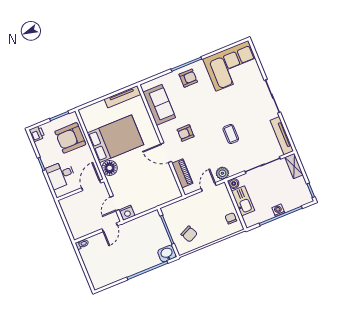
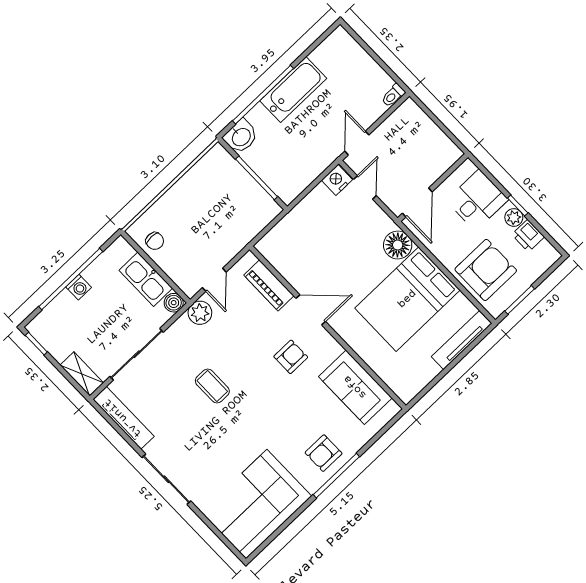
tv unit: (123, 97) -> (461, 340), moved
printer: (37, 134) -> (528, 236), moved
plant: (46, 159) -> (514, 217), added
chair: (189, 234) -> (216, 186), removed
bathtub: (131, 267) -> (293, 90), added

